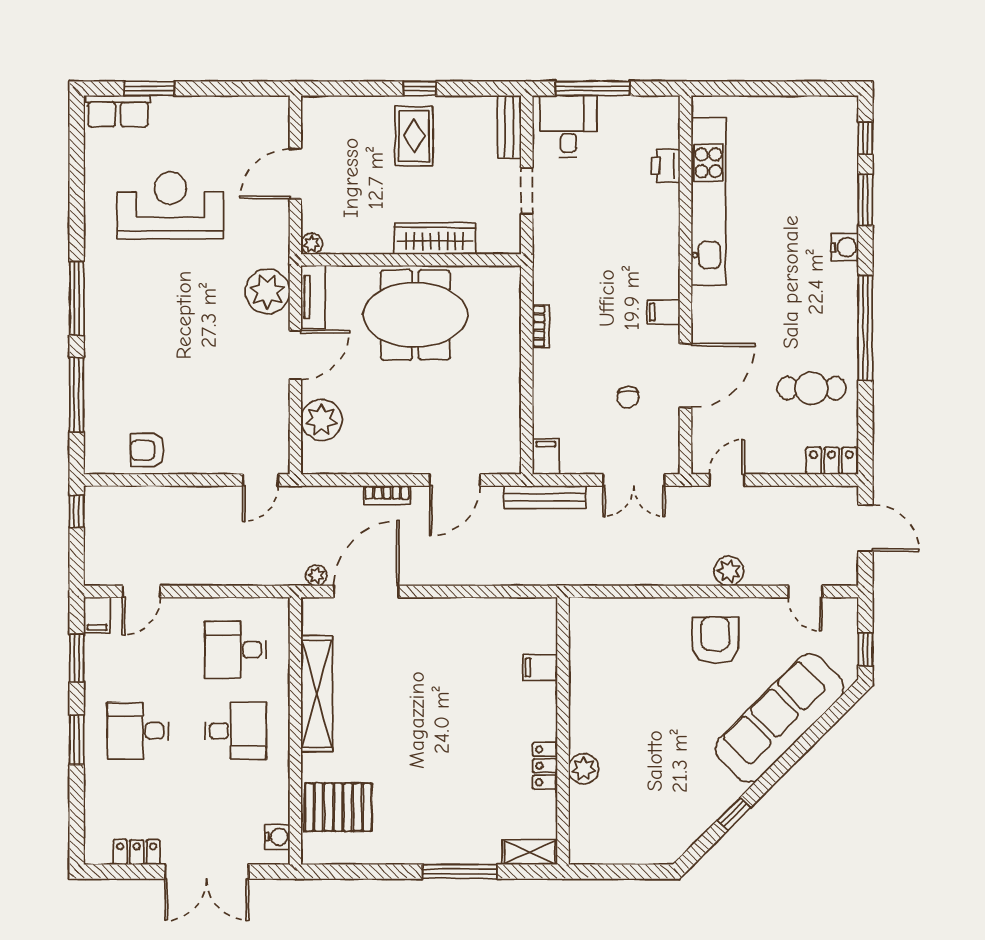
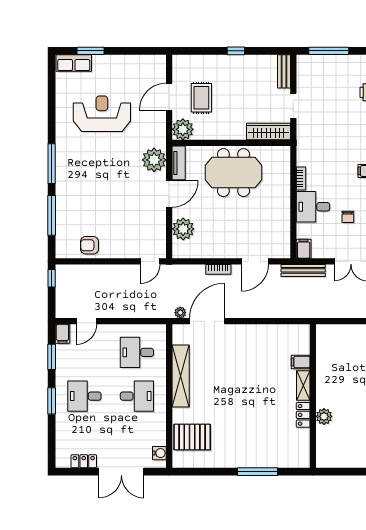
desk: (568, 126) -> (313, 207), moved, turned -90
rug: (414, 136) -> (201, 98), moved
wardrobe: (435, 239) -> (269, 132), moved
plant: (312, 244) -> (183, 129), width x1.88, depth x1.88
shelving: (530, 852) -> (303, 386), moved, turned 90

